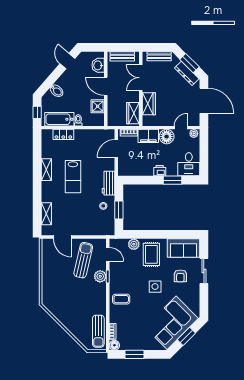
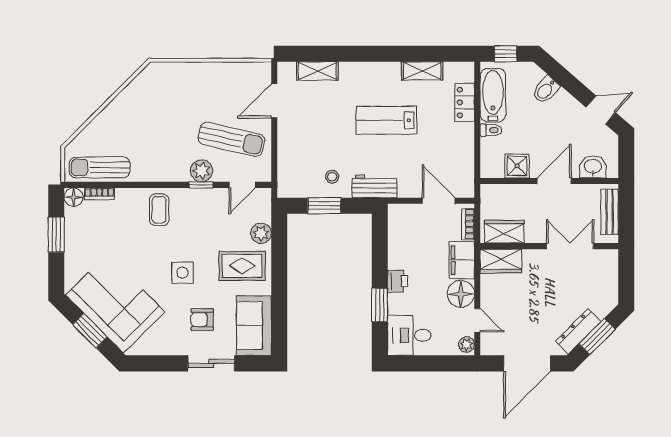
bench: (159, 56) -> (610, 280), removed
wardrobe: (149, 104) -> (501, 261), moved
shelving: (46, 170) -> (422, 71), moved

